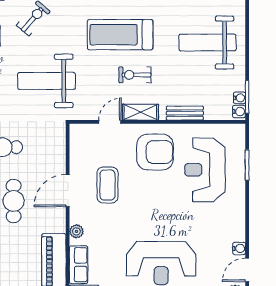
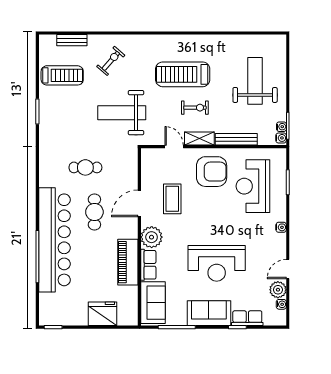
weight bench: (208, 43) -> (255, 81), turned 90
exercise bike: (135, 75) -> (195, 108), turned 180
bench: (185, 113) -> (236, 139), width x1.36
door: (110, 122) -> (174, 147), hinge flipped
plant: (76, 231) -> (152, 237), width x1.88, depth x1.88
water cooler: (239, 248) -> (281, 227), moved

